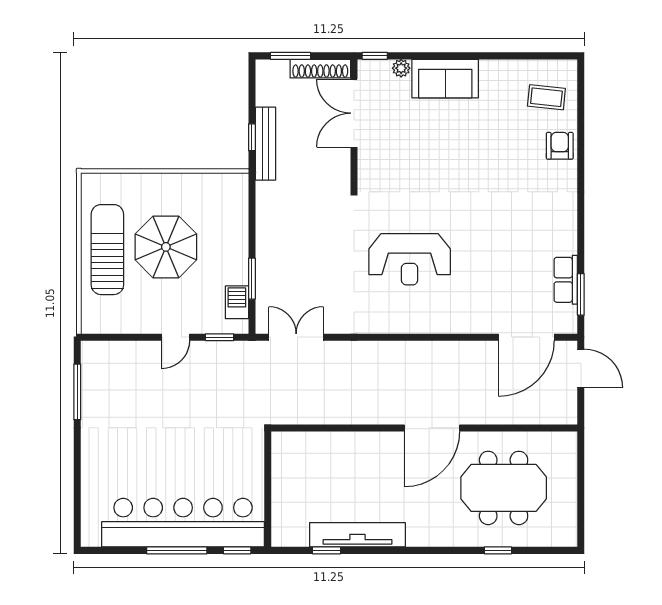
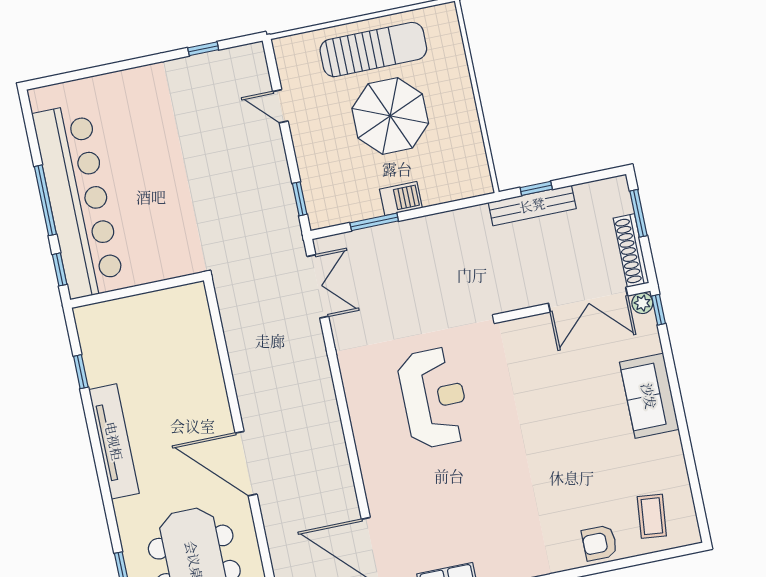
plant: (401, 68) -> (642, 303), moved
double door: (354, 113) -> (588, 300), swing flipped
armchair: (560, 146) -> (599, 543), turned 180
reception desk: (410, 259) -> (434, 398), turned 180
barbecue: (237, 302) -> (401, 199), moved
door: (176, 337) -> (280, 106), moved
window: (77, 392) -> (203, 49), width x0.46
tv unit: (357, 535) -> (114, 441), moved

